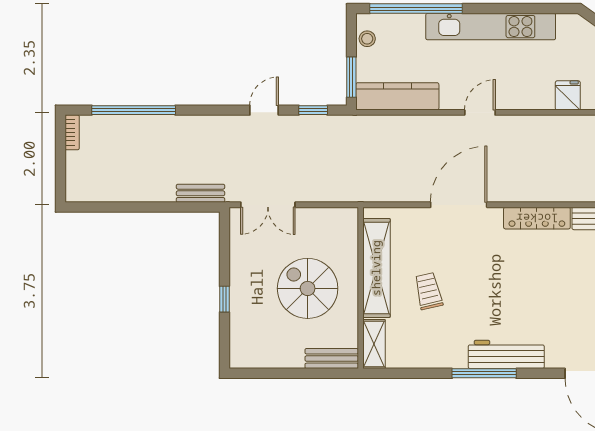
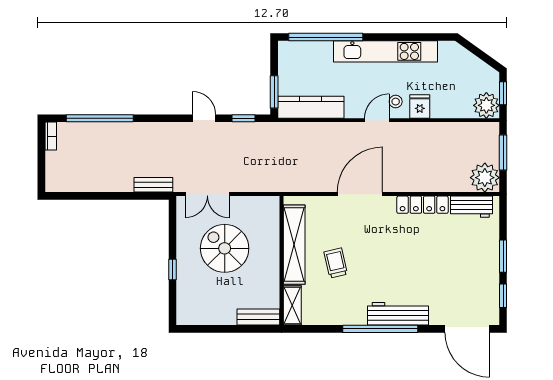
stool: (367, 39) -> (396, 102), moved
fridge: (568, 95) -> (420, 107), moved
door: (264, 110) -> (204, 118), hinge flipped
spiral stairs: (308, 288) -> (225, 248), moved
window: (484, 373) -> (380, 329), width x1.46

